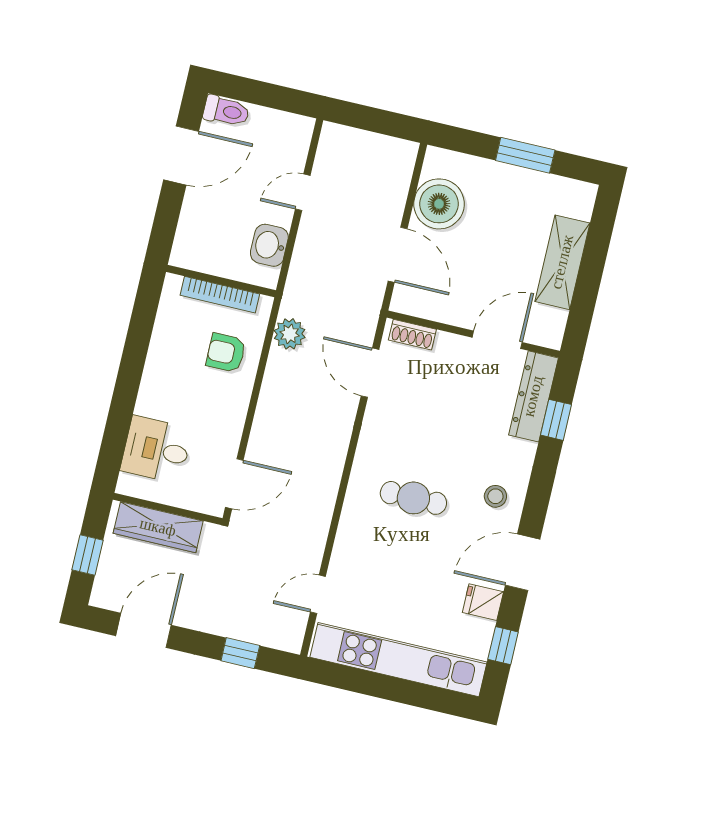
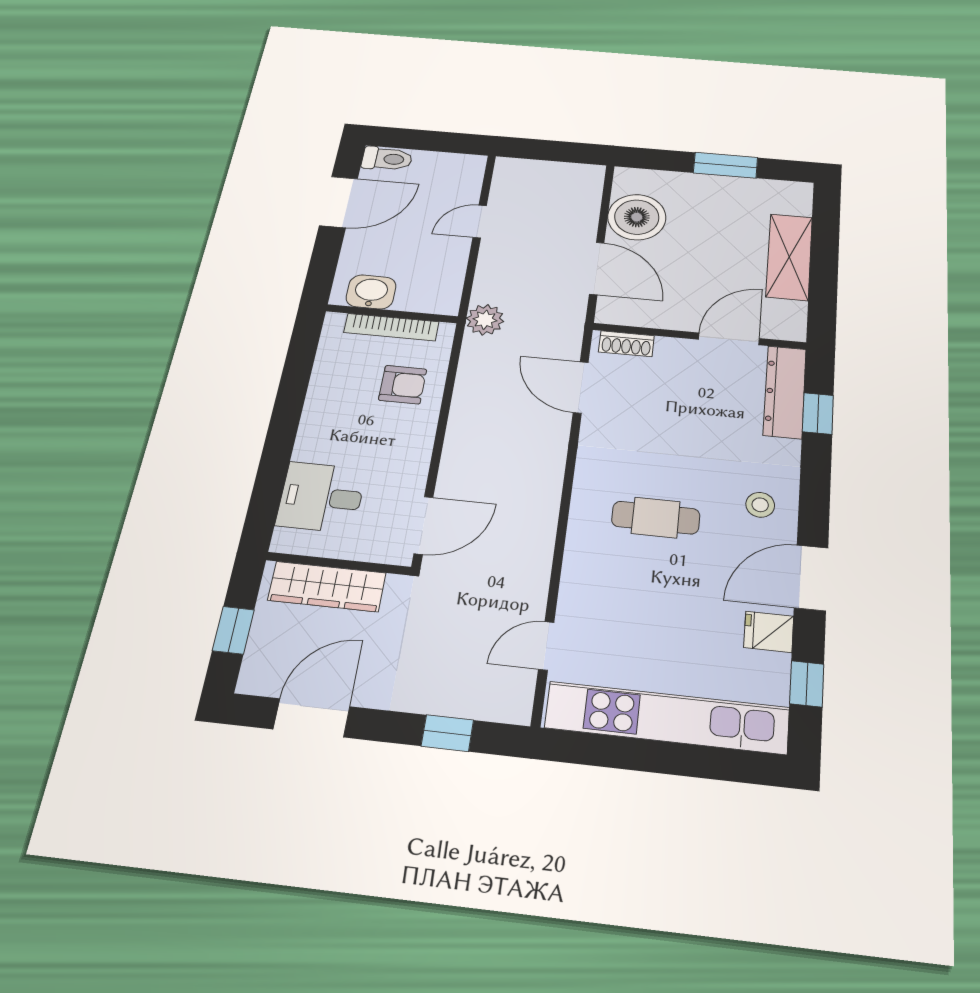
washbasin: (269, 245) -> (371, 292), moved, turned 90
plant: (290, 334) -> (485, 320), moved
armchair: (226, 353) -> (403, 385), turned 180

